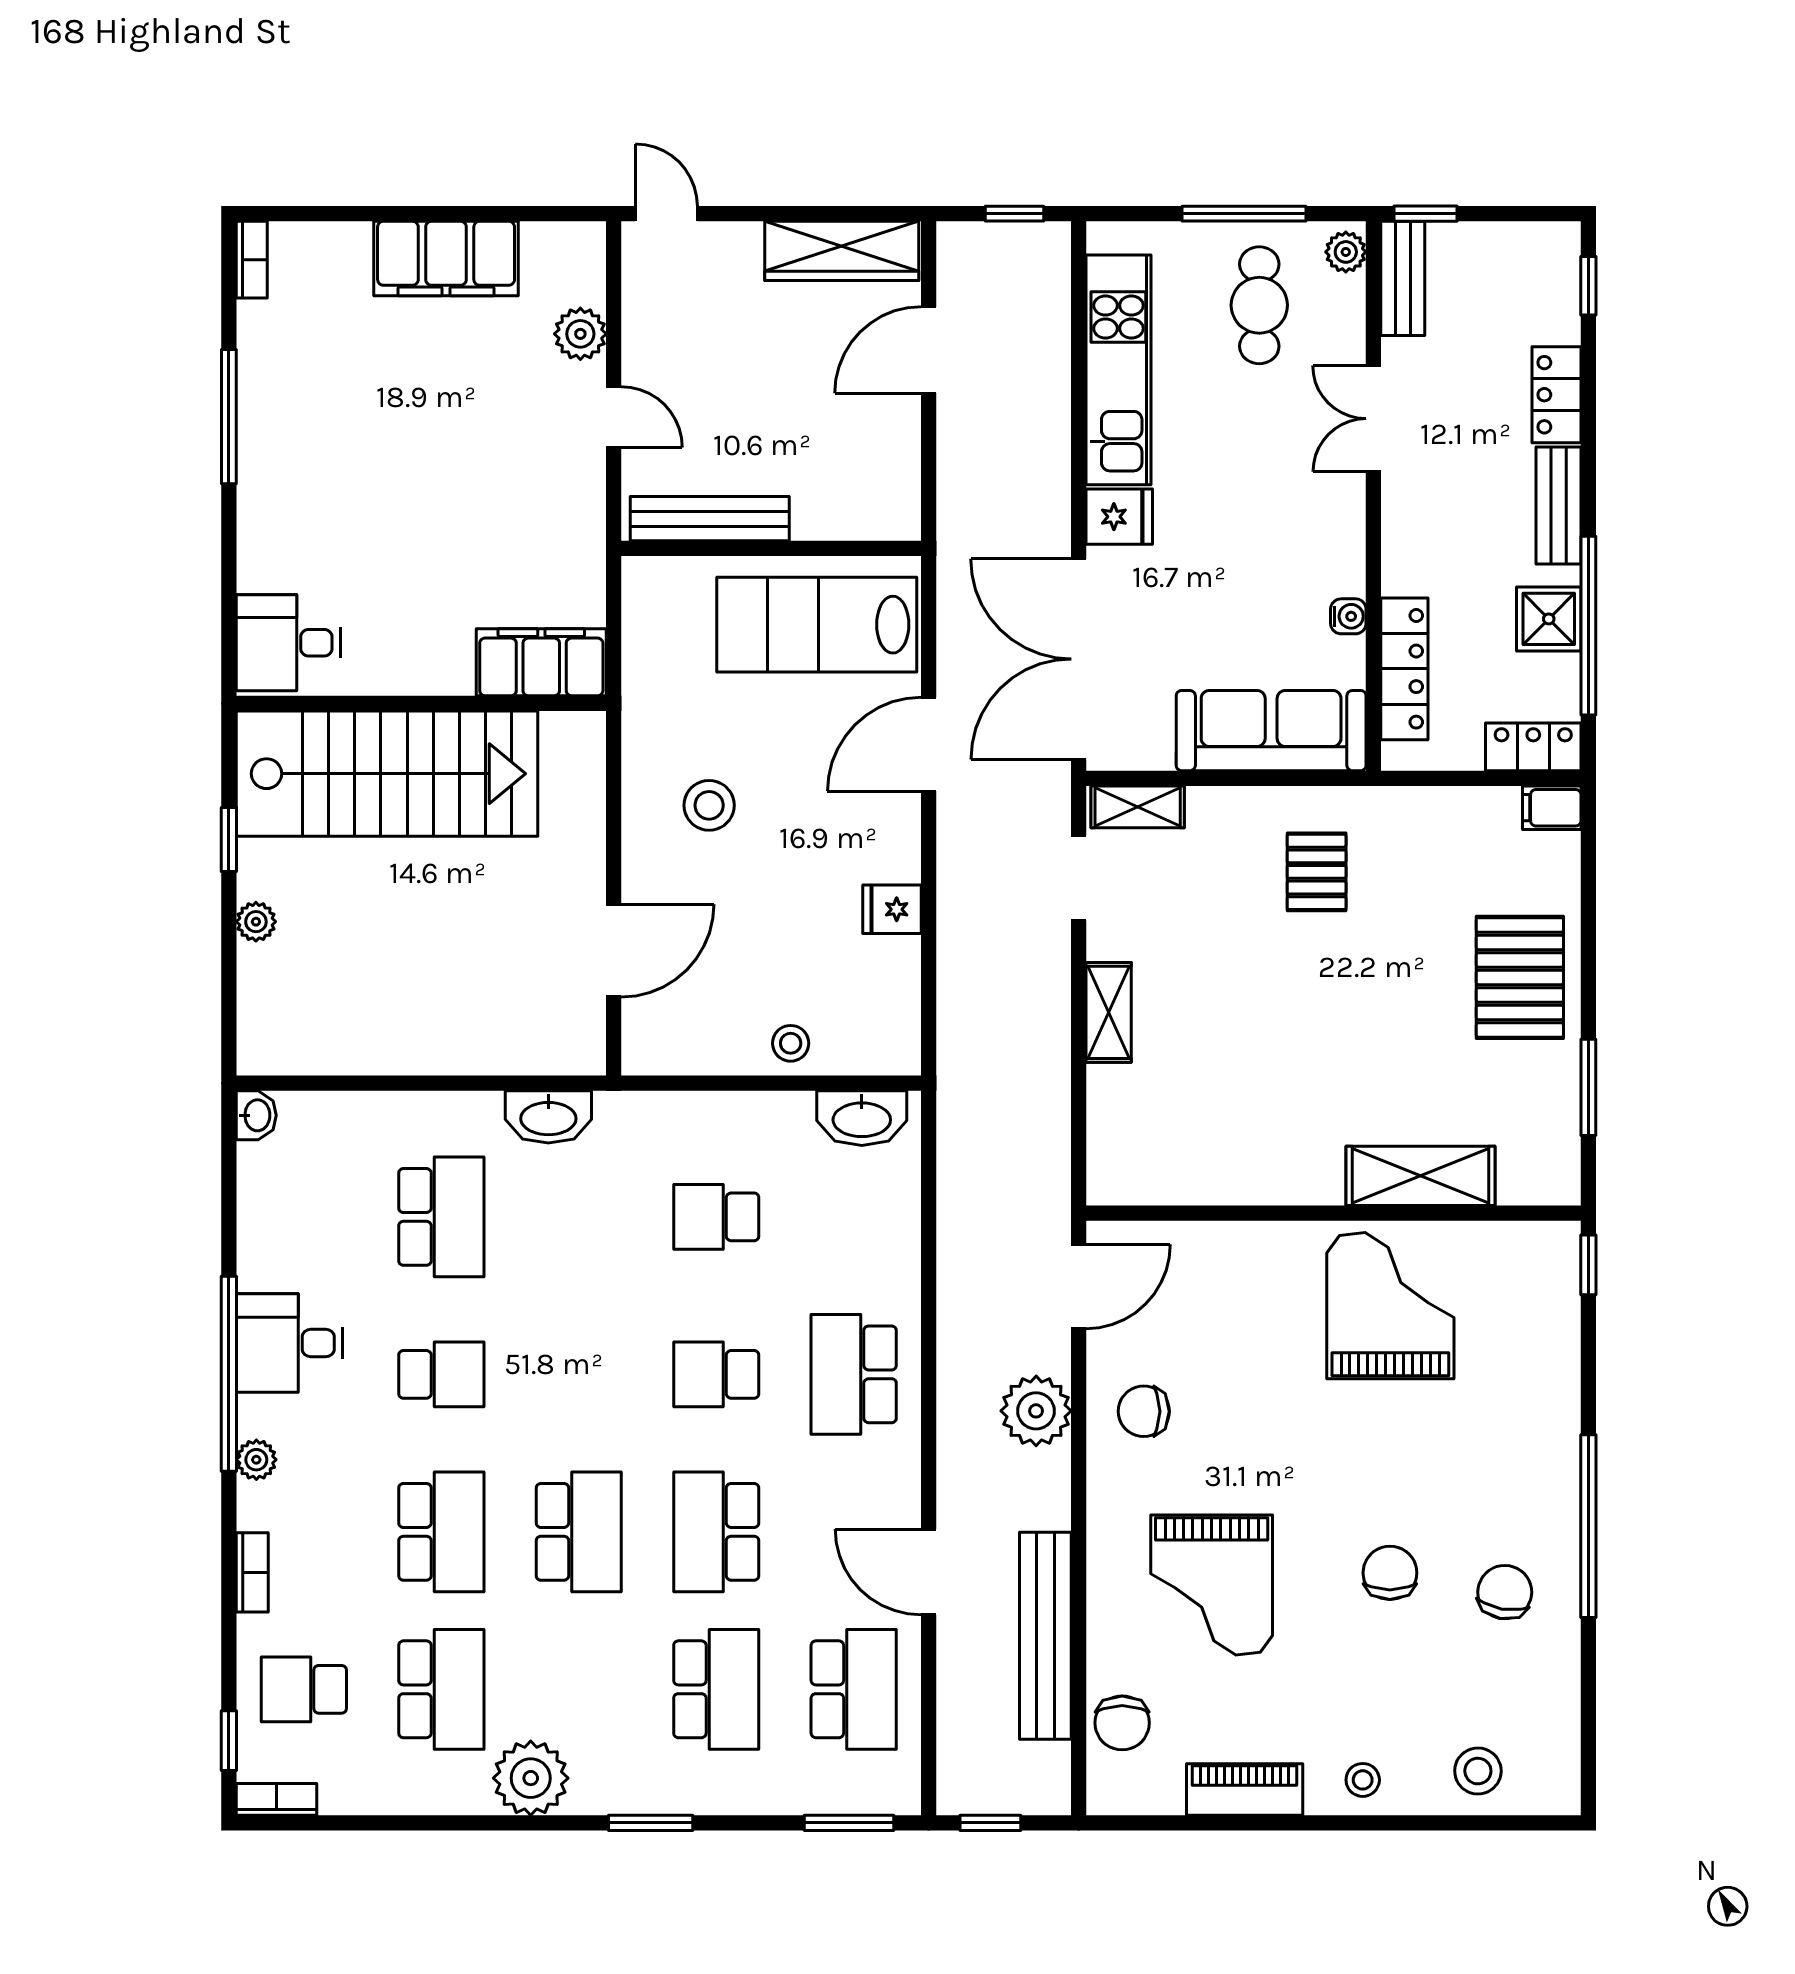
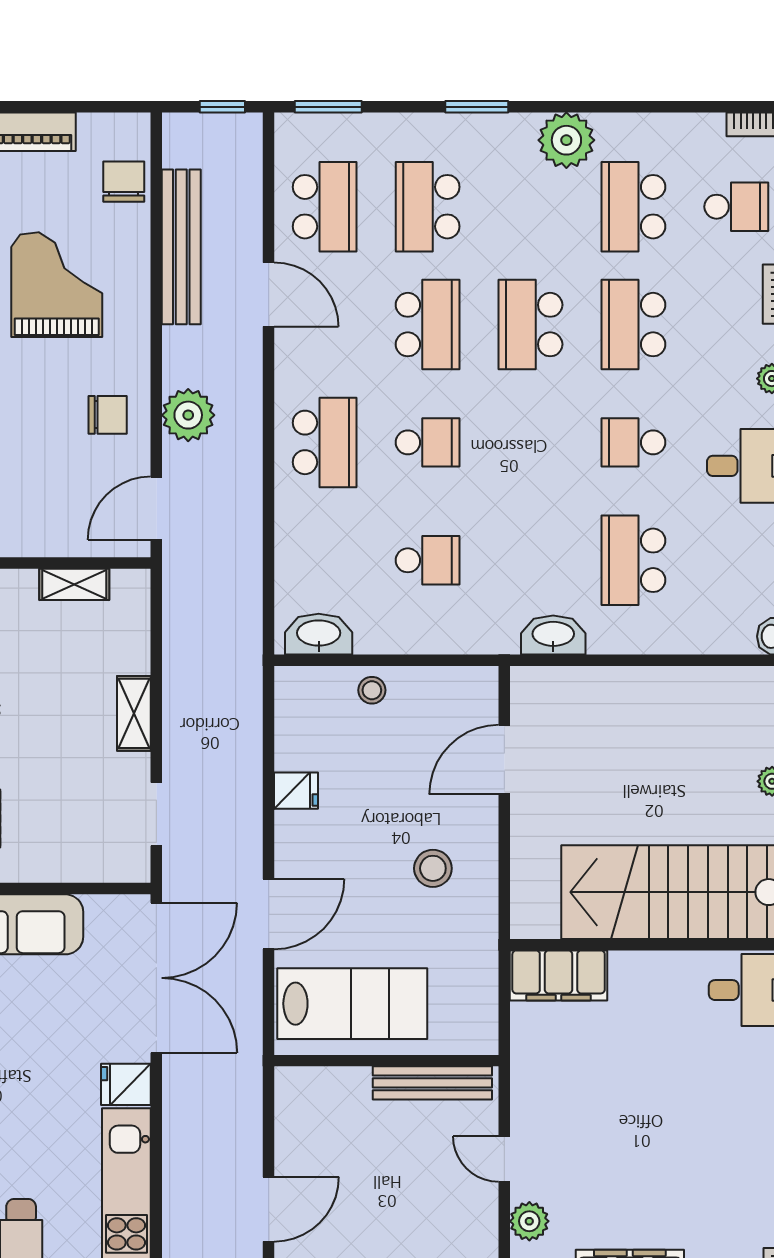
shelving: (1138, 807) -> (74, 584), moved
school desk: (854, 1689) -> (325, 207), turned 180

